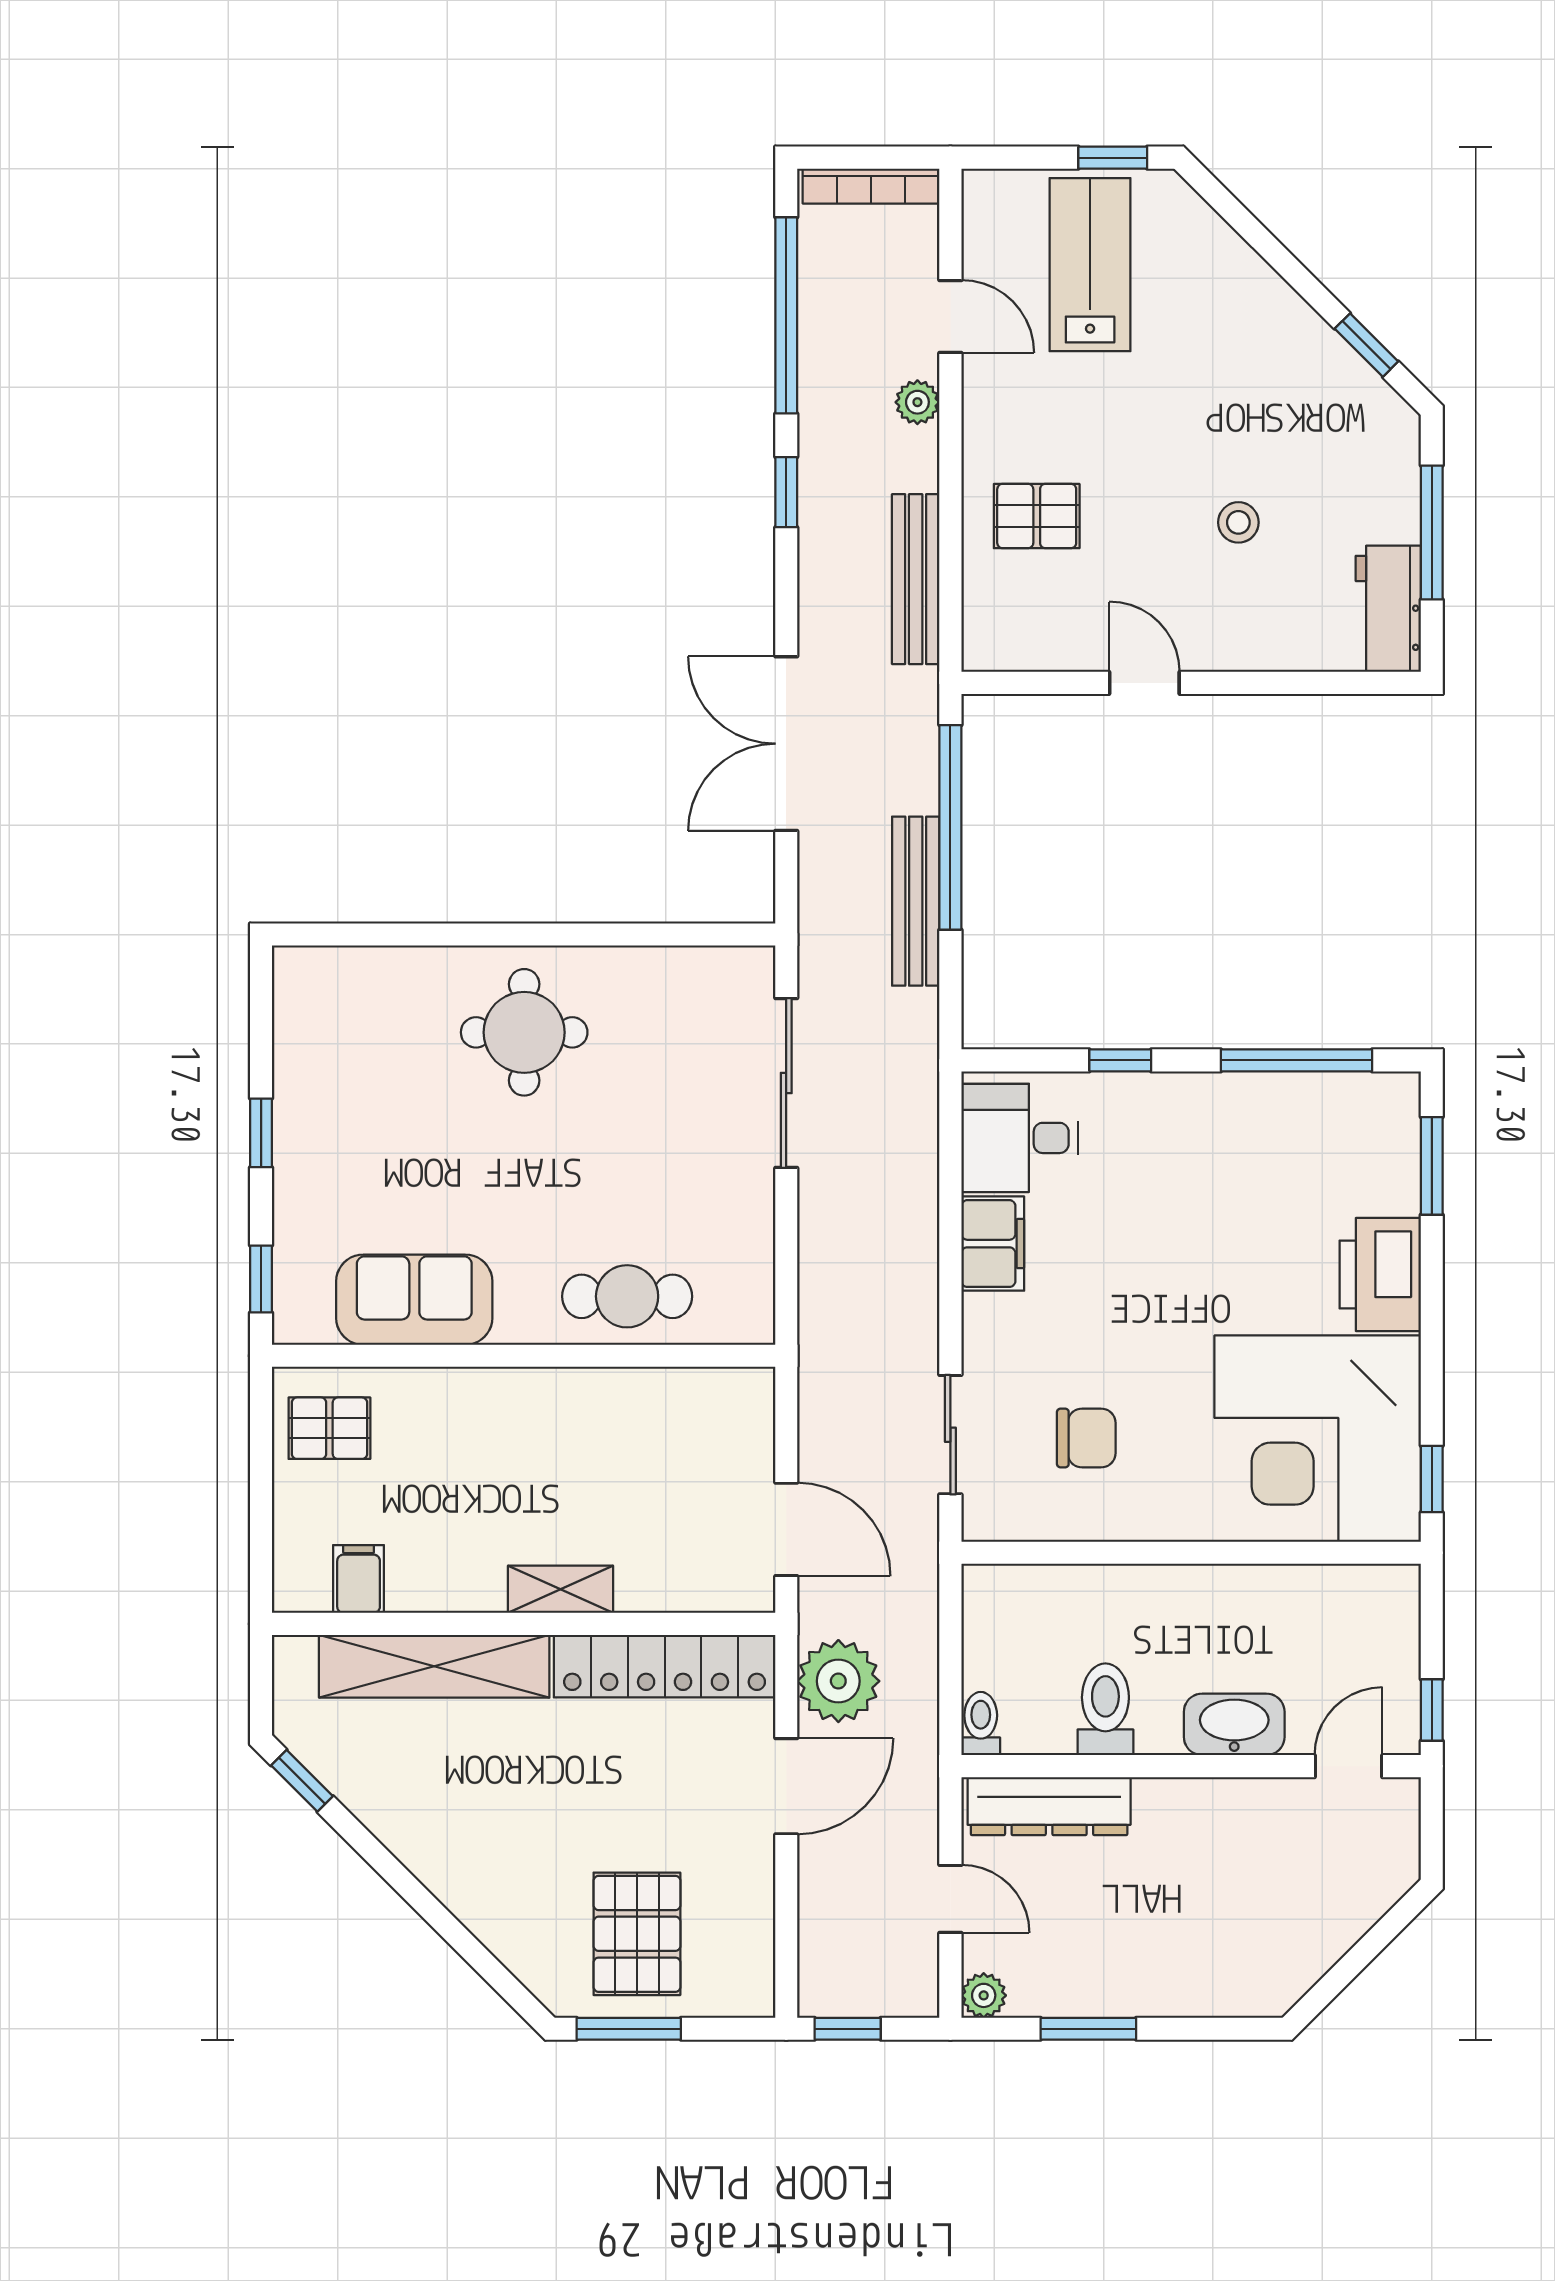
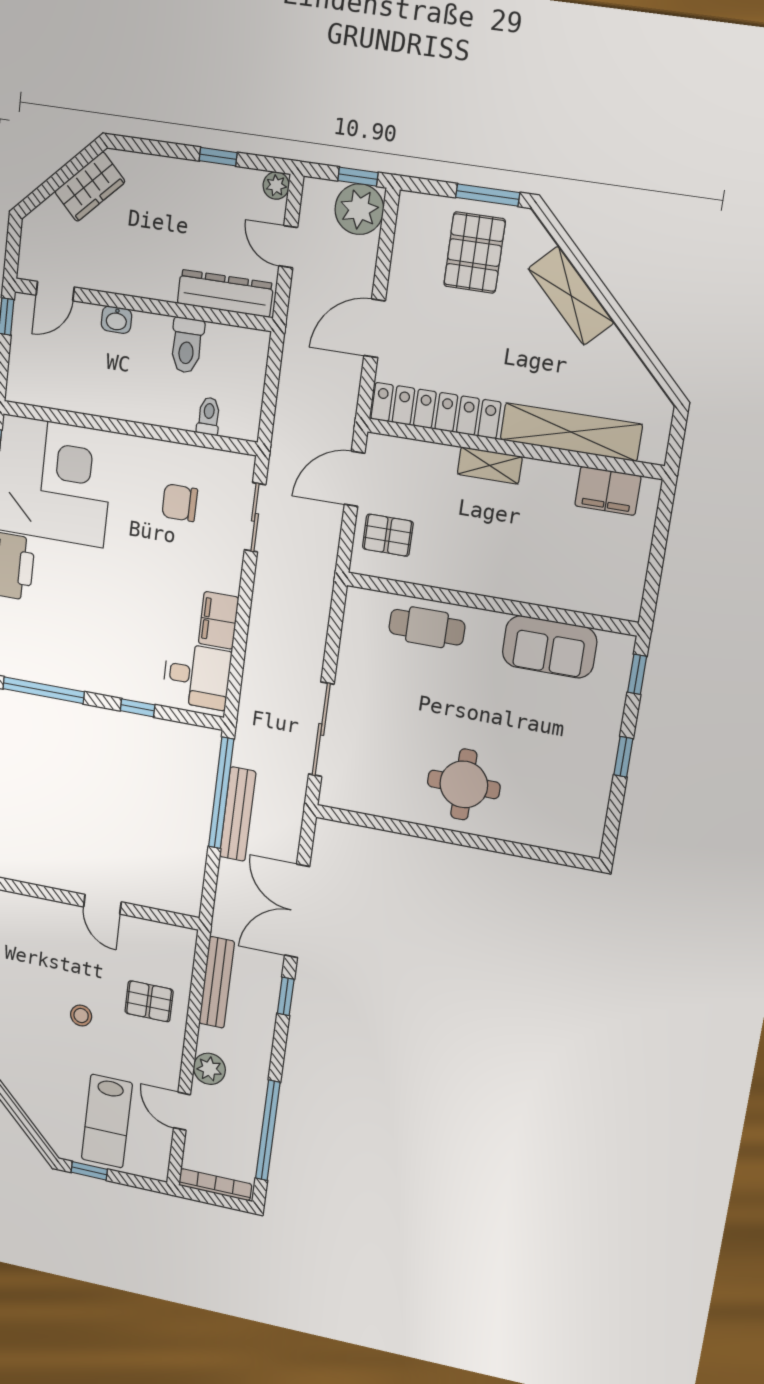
plant: (917, 402) -> (209, 1069), width x1.38, depth x1.38
window: (786, 492) -> (286, 996), moved
stool: (1238, 522) -> (81, 1015), moved
double door: (786, 744) -> (297, 911), swing flipped
window: (950, 827) -> (221, 793), moved
pallet: (329, 1428) -> (388, 535), moved
door: (786, 1529) -> (355, 479), hinge flipped
filing cabinet: (359, 1579) -> (608, 491), width x2.00
plant: (838, 1681) -> (359, 209), moved
toilet: (981, 1724) -> (209, 416), moved, turned 180
washbasin: (1234, 1724) -> (116, 320), width x0.52, depth x0.69
window: (302, 1781) -> (661, 376), removed
shelving: (468, 1888) -> (571, 296), added
wardrobe: (1305, 1949) -> (90, 187), added
window: (1088, 2029) -> (218, 157), width x0.67

